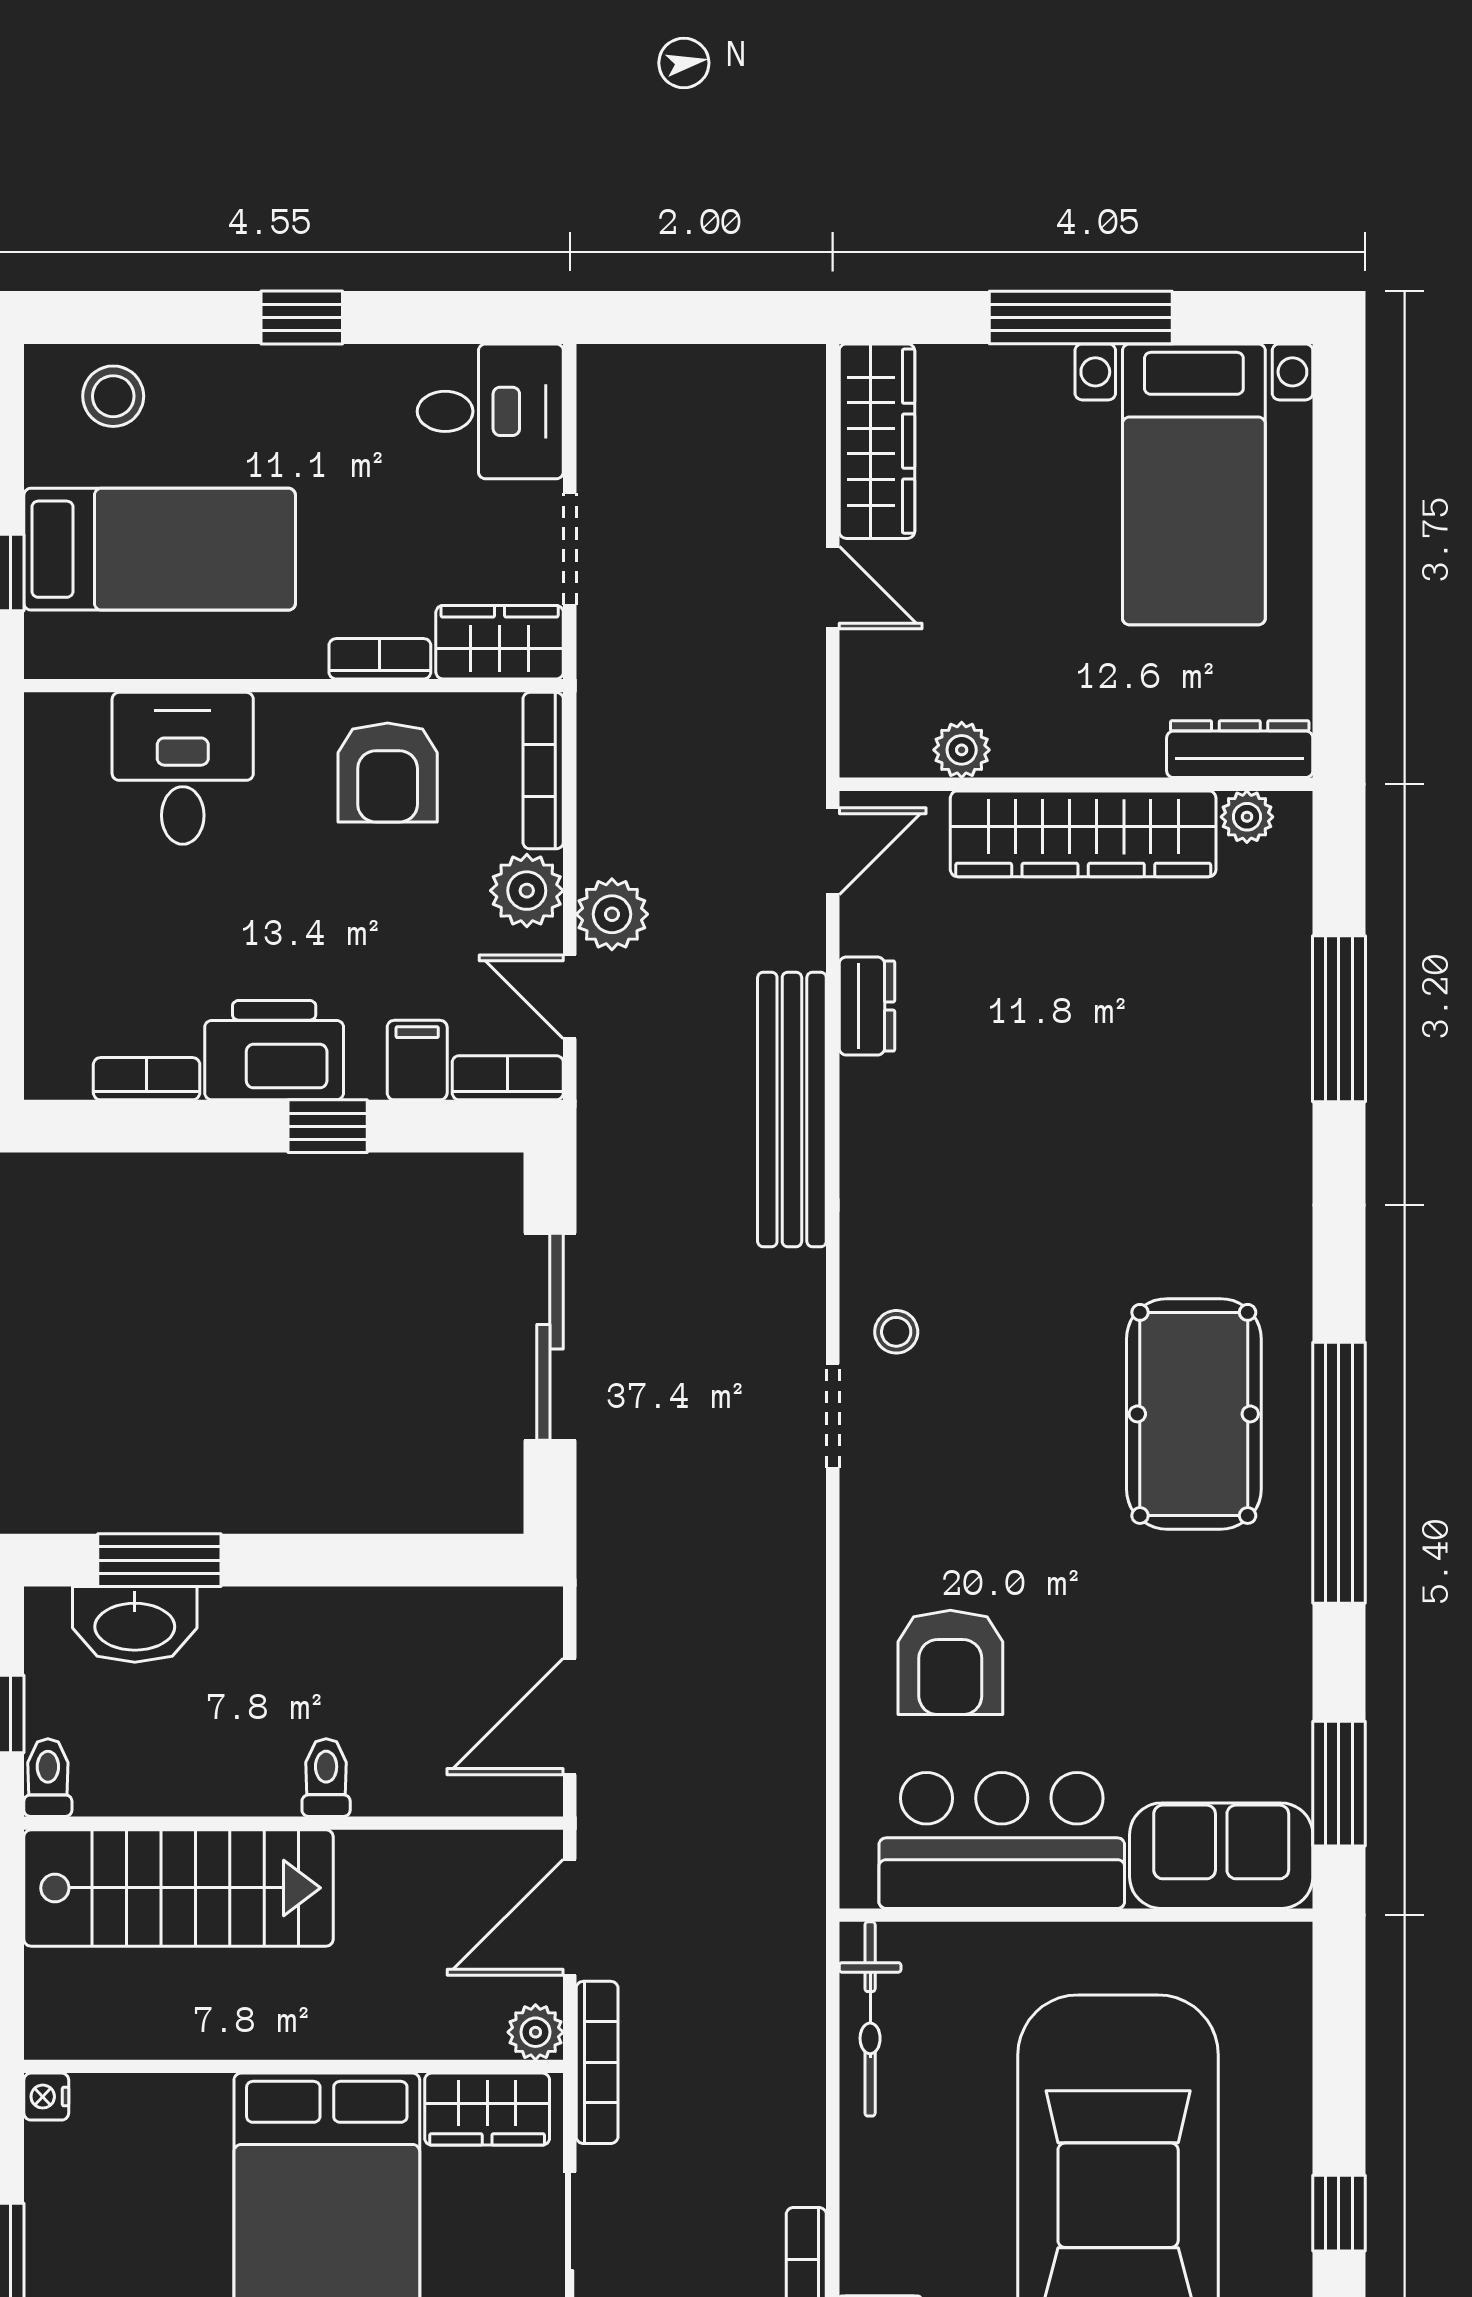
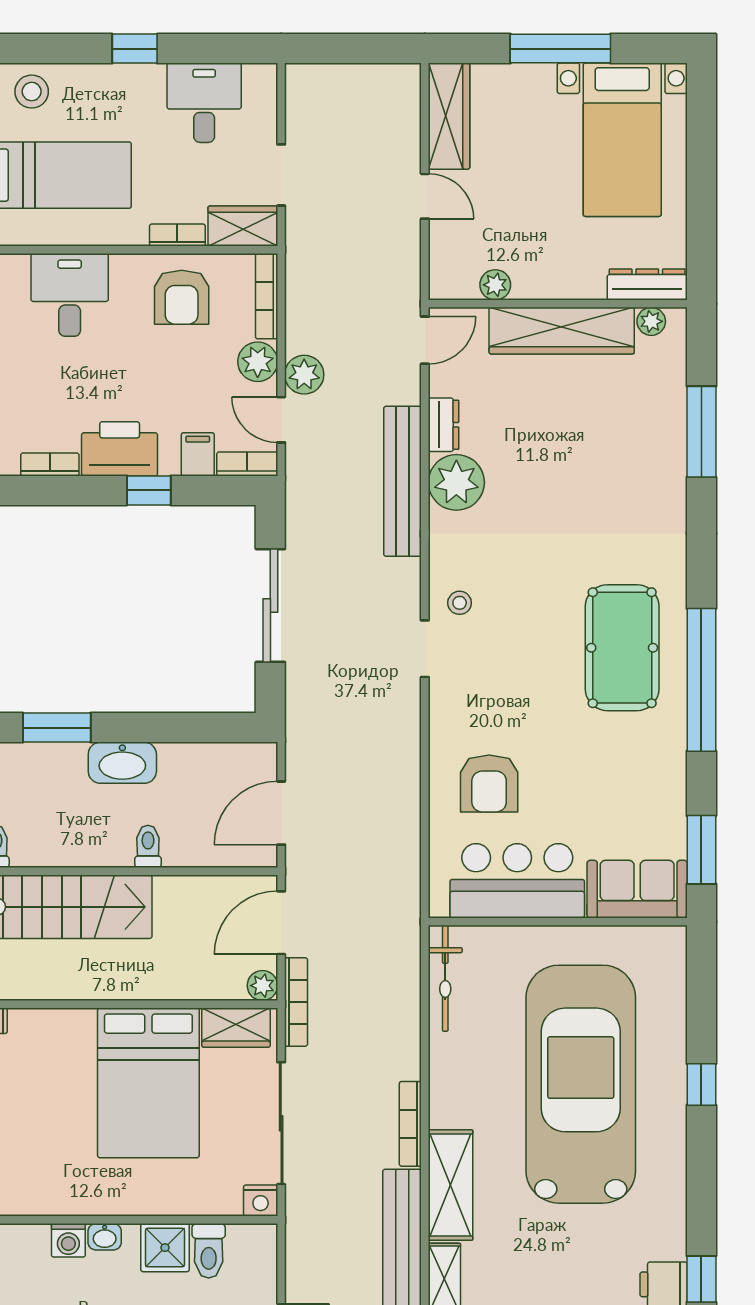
desk: (490, 411) -> (204, 103), moved, turned -90
plant: (890, 1111) -> (456, 482), added
washbasin: (135, 1624) -> (122, 763), moved

